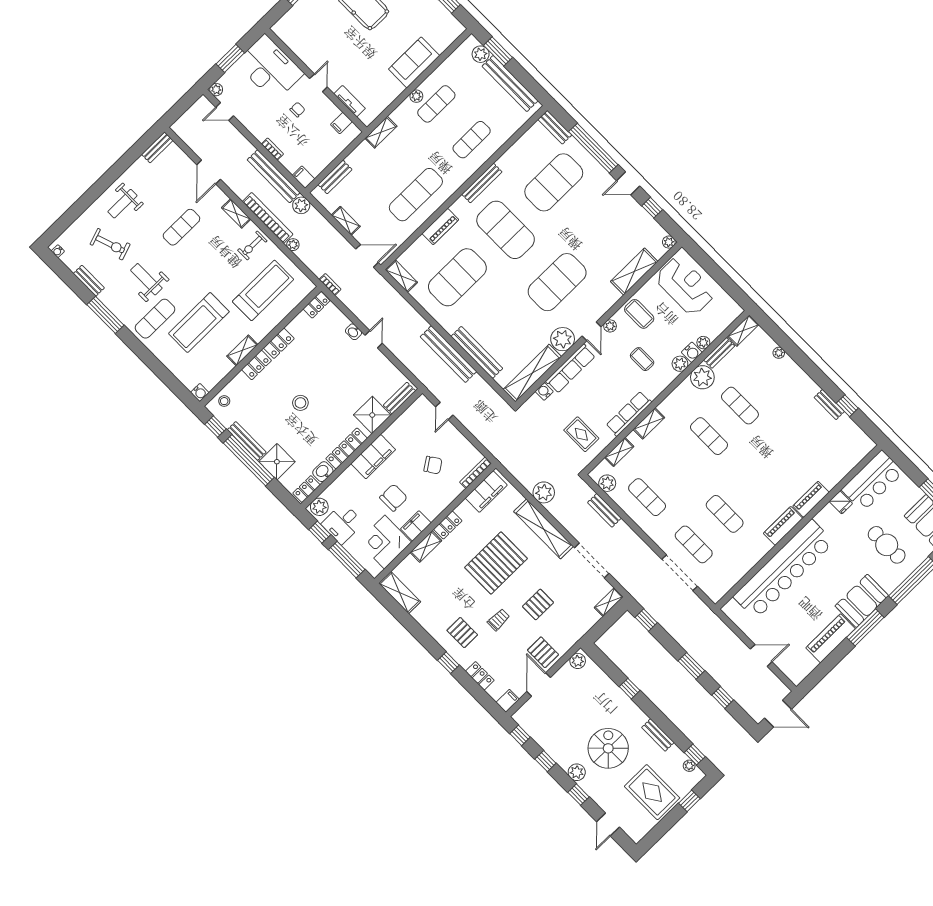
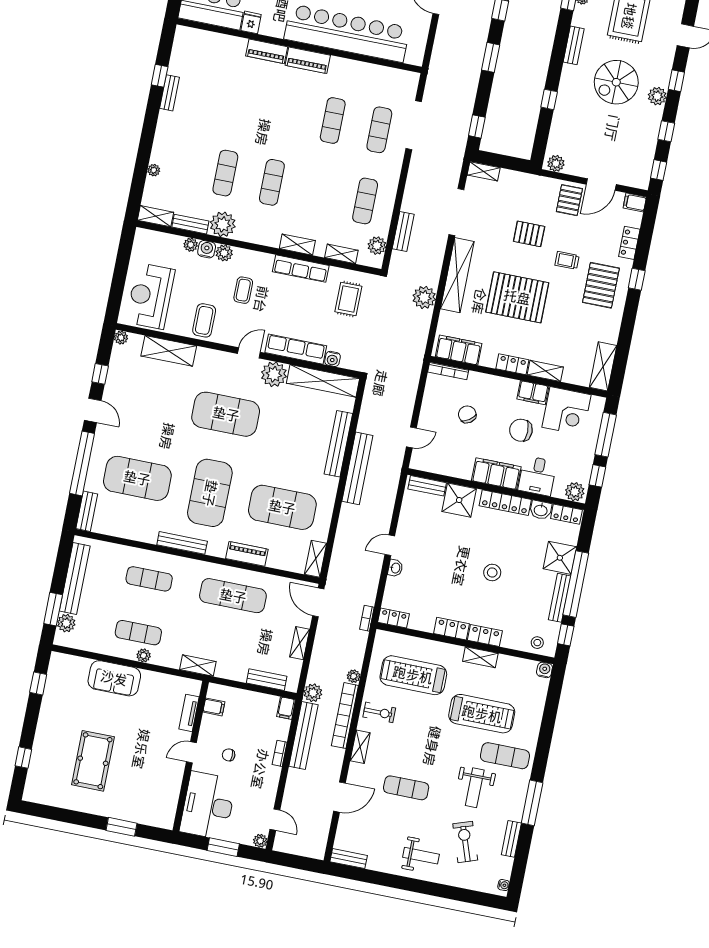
plant: (610, 326) -> (233, 339), removed
desk: (342, 523) -> (537, 476), moved, turned 90
pallet: (462, 633) -> (601, 285), width x1.50, depth x1.42

